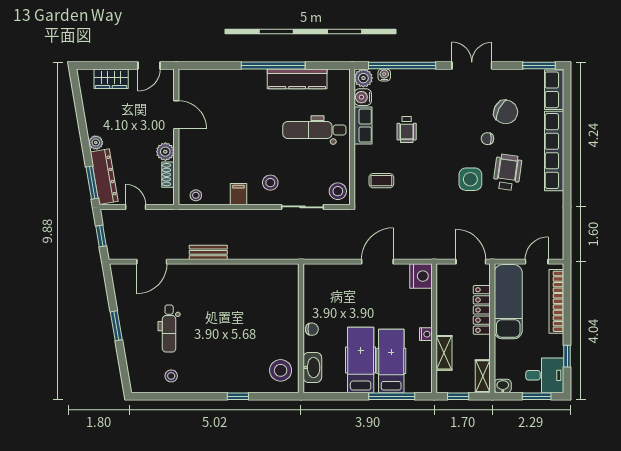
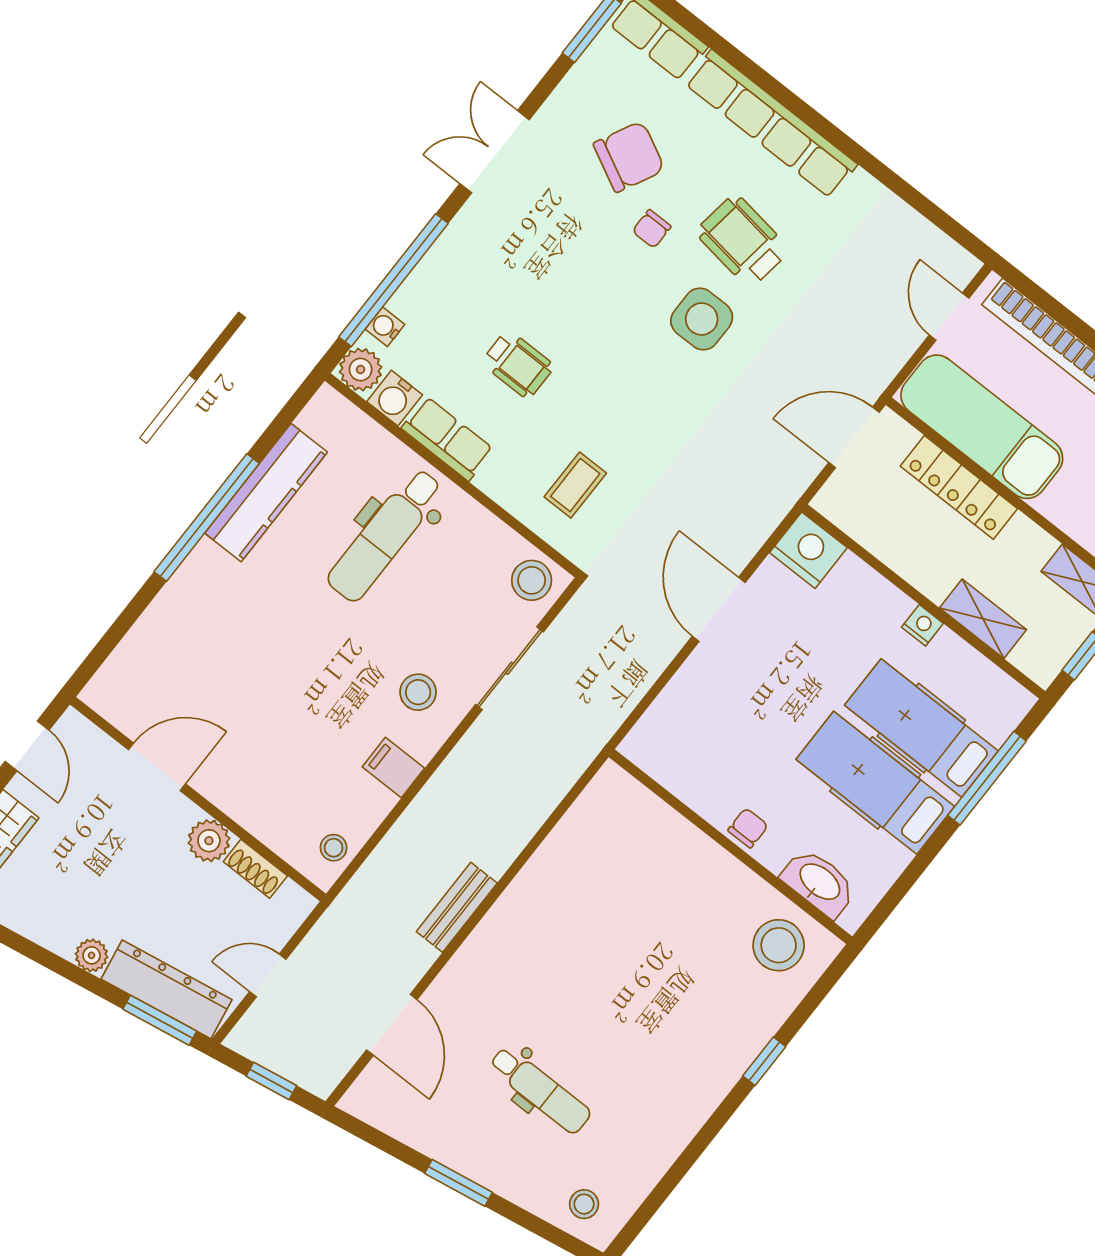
stool: (171, 376) -> (584, 1204), moved

